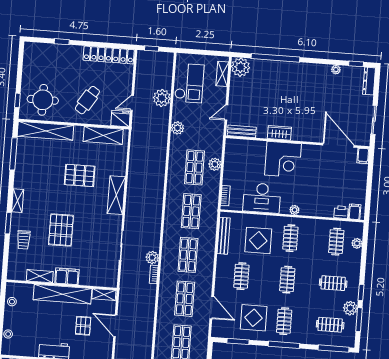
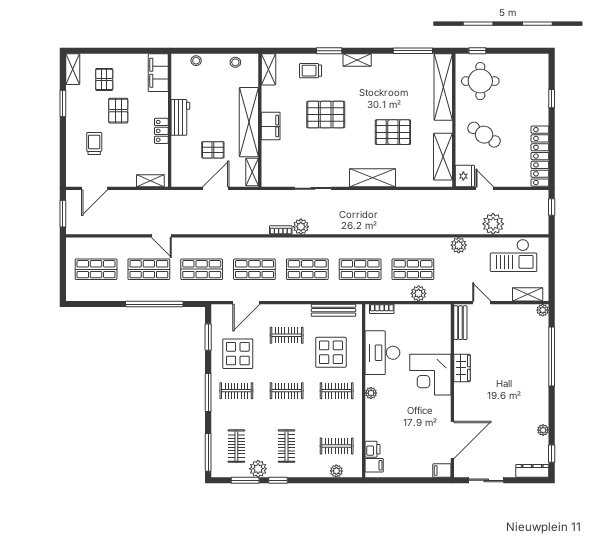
plant: (241, 67) -> (543, 310), width x0.53, depth x0.53
pallet: (80, 175) -> (393, 132), turned 90
shelving: (40, 276) -> (268, 69), moved

